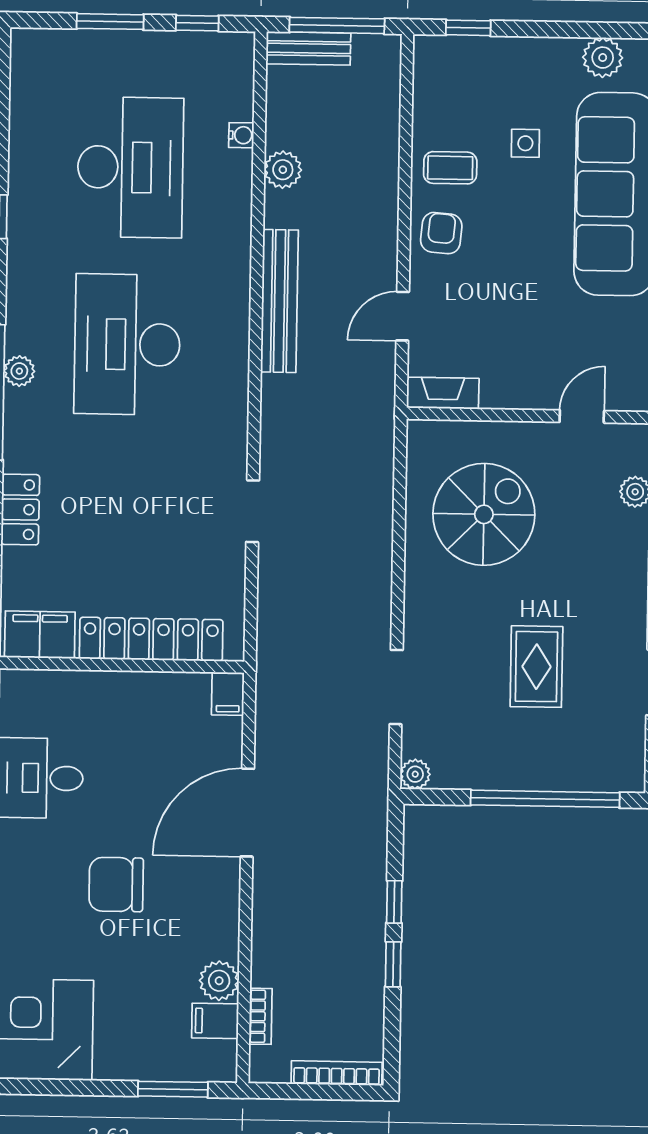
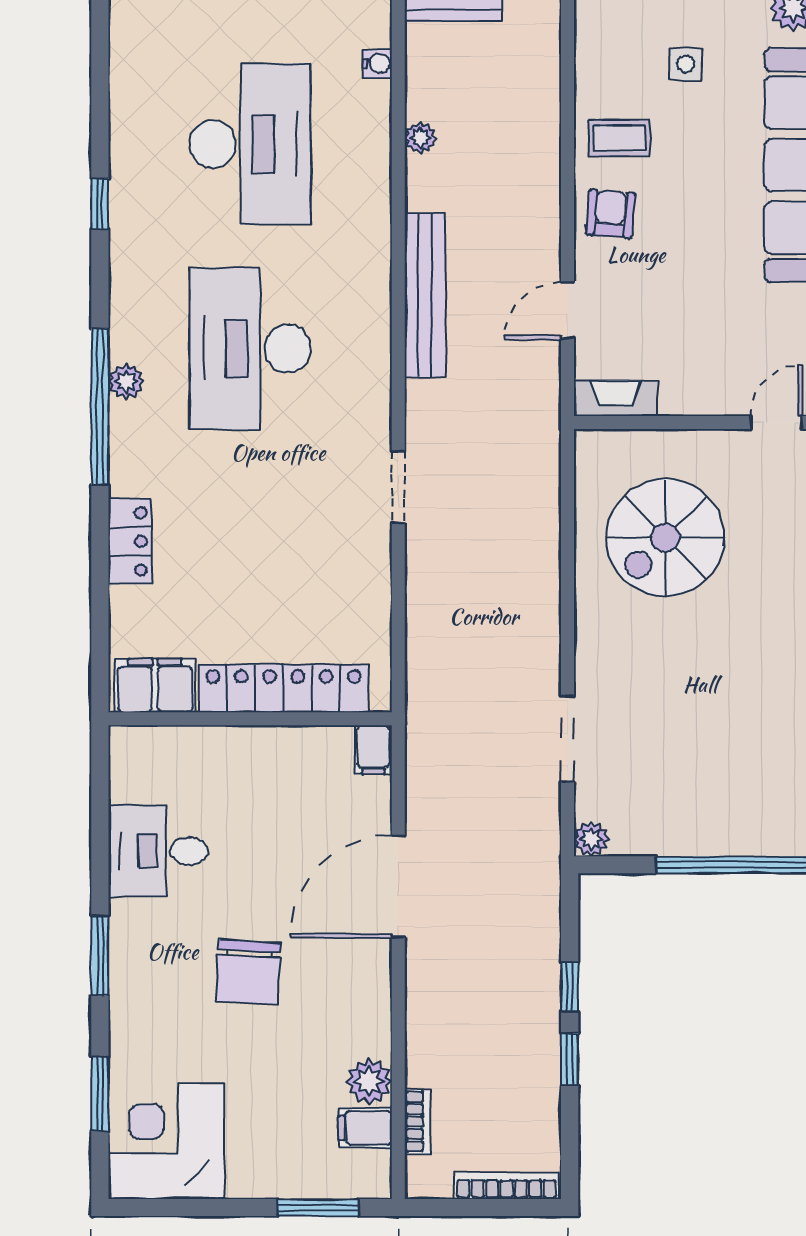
water cooler: (241, 135) -> (378, 63), moved
side table: (525, 143) -> (686, 64), moved
plant: (283, 170) -> (420, 138), width x0.73, depth x0.73
doorway: (253, 511) -> (398, 487), moved
spiral stairs: (484, 514) -> (665, 538), turned 180
rug: (536, 667) -> (729, 712), removed
chair: (116, 885) -> (248, 972), turned -87

